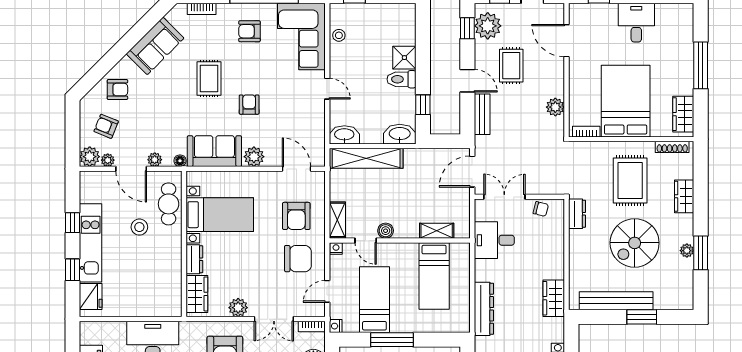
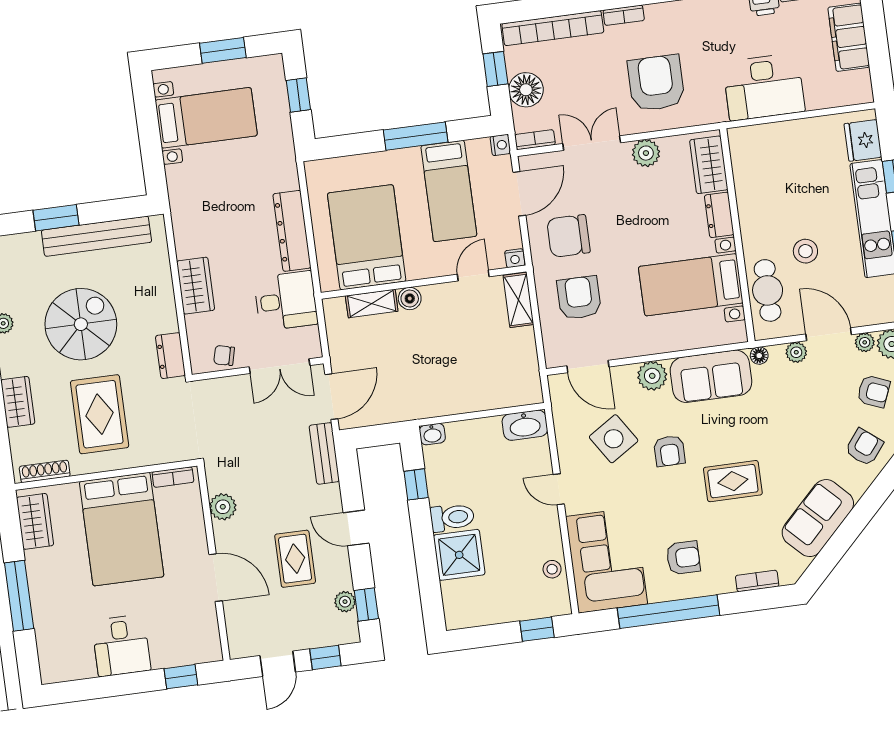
plant: (488, 26) -> (345, 602), width x0.53, depth x0.53
door: (567, 41) -> (216, 578), moved
shower: (404, 58) -> (459, 555), width x1.36, depth x1.36
rug: (209, 78) -> (733, 481), turned 90
armchair: (117, 90) -> (864, 447), turned 128
bench: (482, 114) -> (324, 453), moved
side table: (286, 118) -> (614, 439), added
washbasin: (400, 134) -> (432, 434), width x0.52, depth x0.69
shelving: (366, 158) -> (488, 395), removed
boiler: (386, 231) -> (410, 299), moved
door: (366, 240) -> (473, 276), hinge flipped
bed: (434, 276) -> (367, 237), width x1.50
door: (327, 291) -> (519, 194), width x1.38
wardrobe: (554, 298) -> (196, 286), moved
dresser: (484, 309) -> (292, 231), moved

